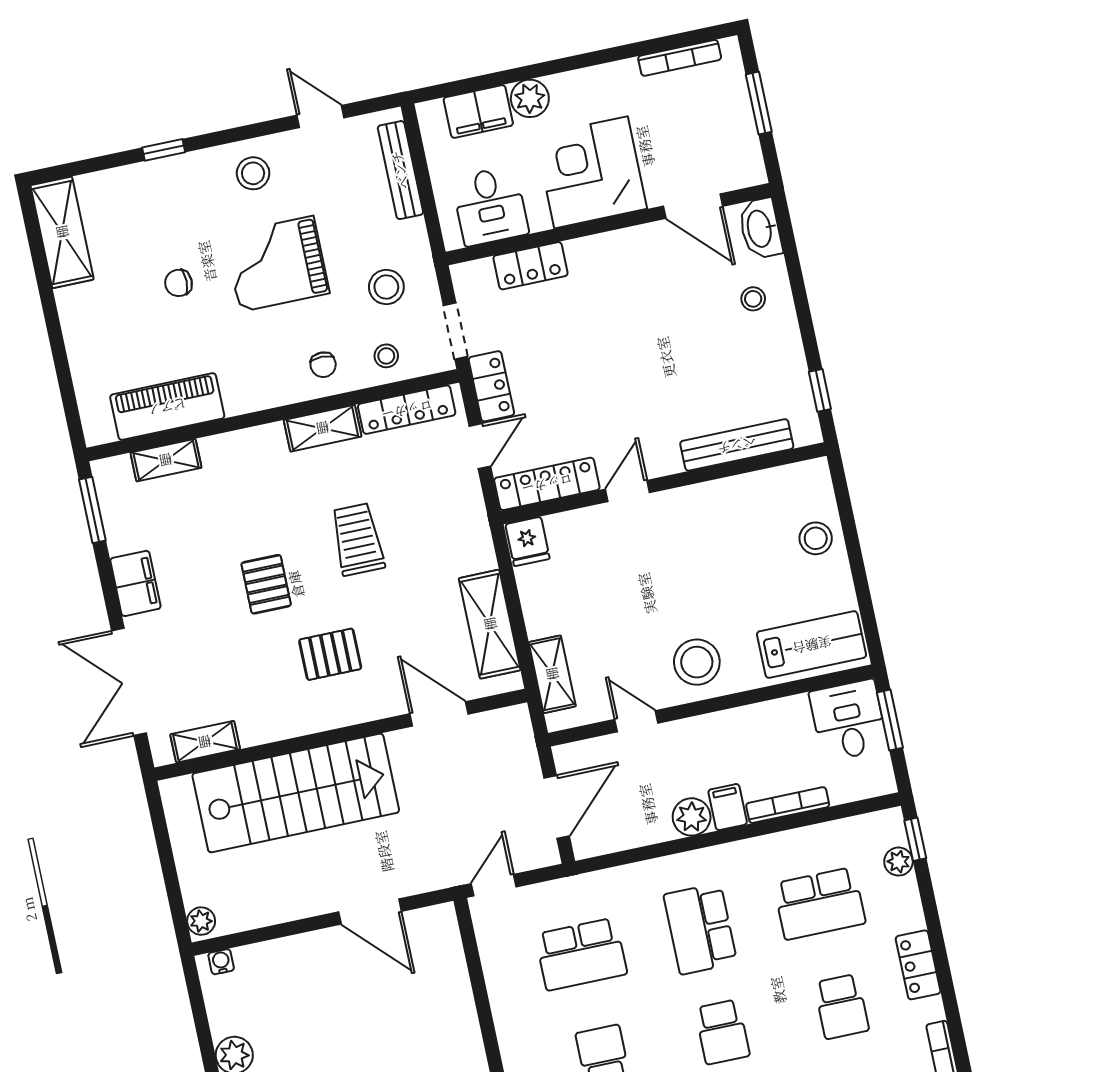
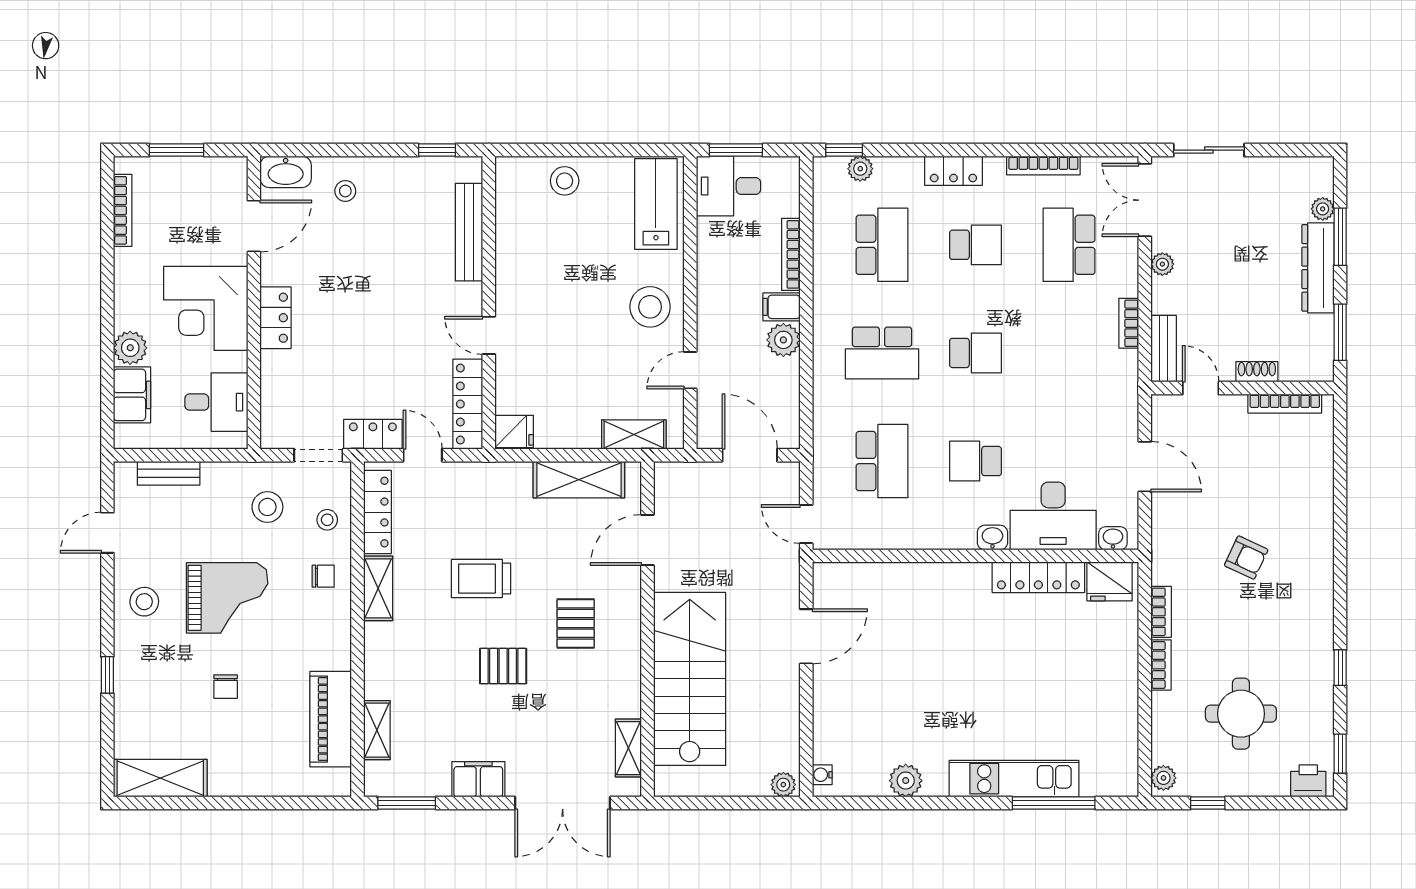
bench: (400, 170) -> (169, 473), width x0.73
grand piano: (277, 264) -> (227, 598), turned -90
locker: (531, 266) -> (276, 318), moved

